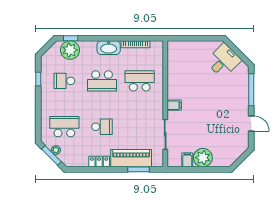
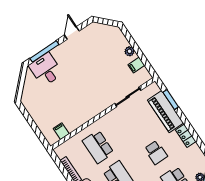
desk: (223, 61) -> (46, 70), moved, turned 45
filing cabinet: (174, 105) -> (61, 131), moved
school desk: (102, 127) -> (156, 152), turned 180
plant: (203, 158) -> (130, 51), width x0.53, depth x0.53

